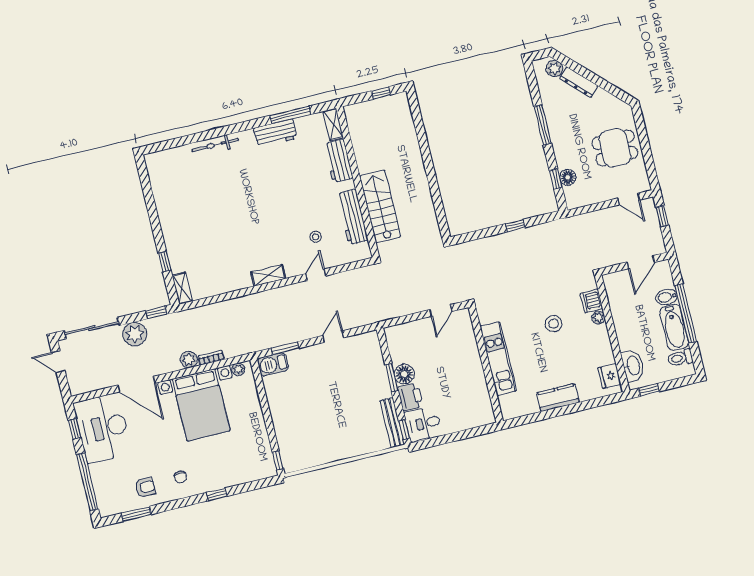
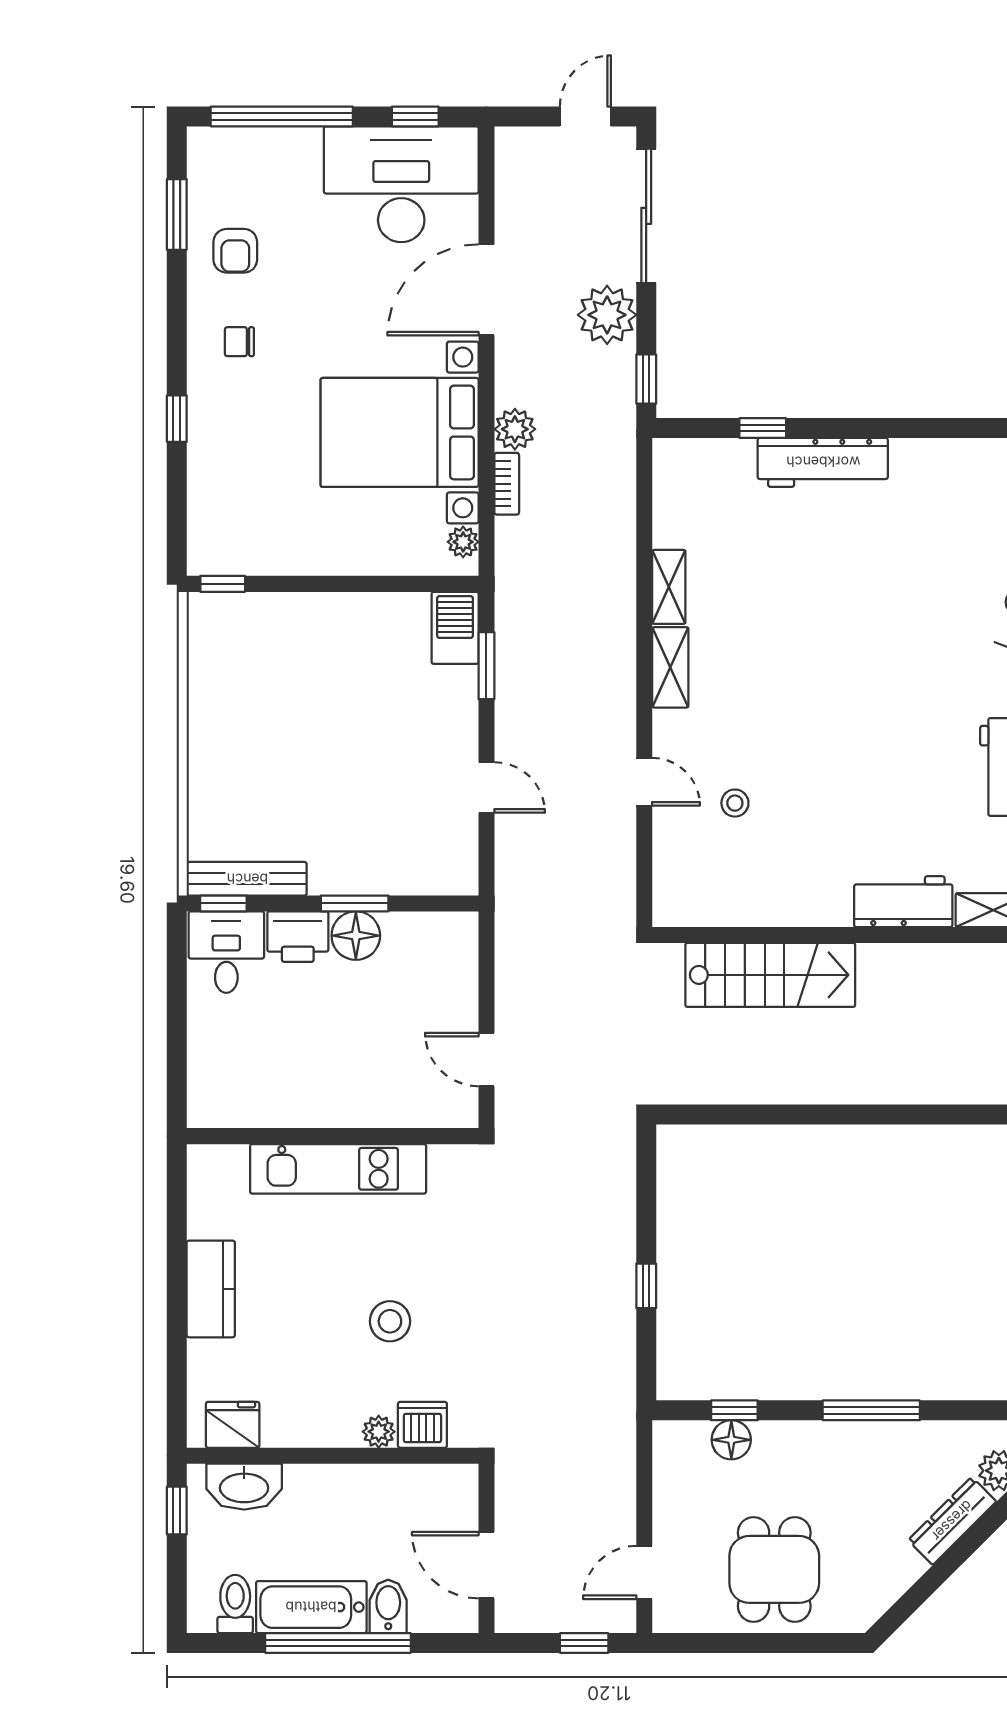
workbench: (352, 217) -> (823, 462), moved, turned 180
shelving: (182, 288) -> (669, 587), moved, turned 90

